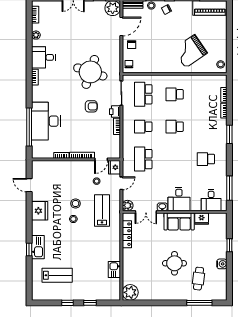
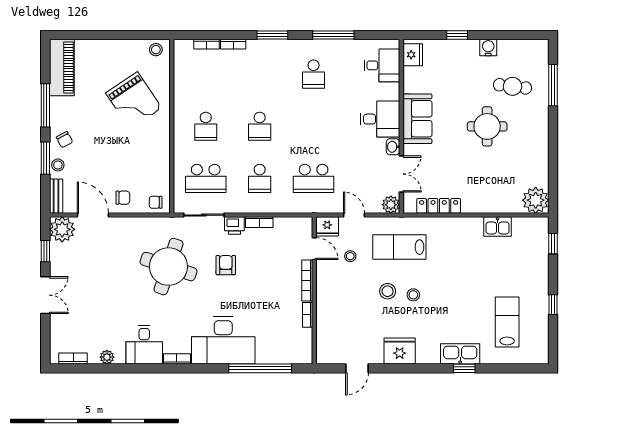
desk: (46, 121) -> (223, 340), moved
window: (229, 188) -> (333, 35), moved
fridge: (202, 219) -> (413, 55), moved
window: (90, 303) -> (553, 244), moved

